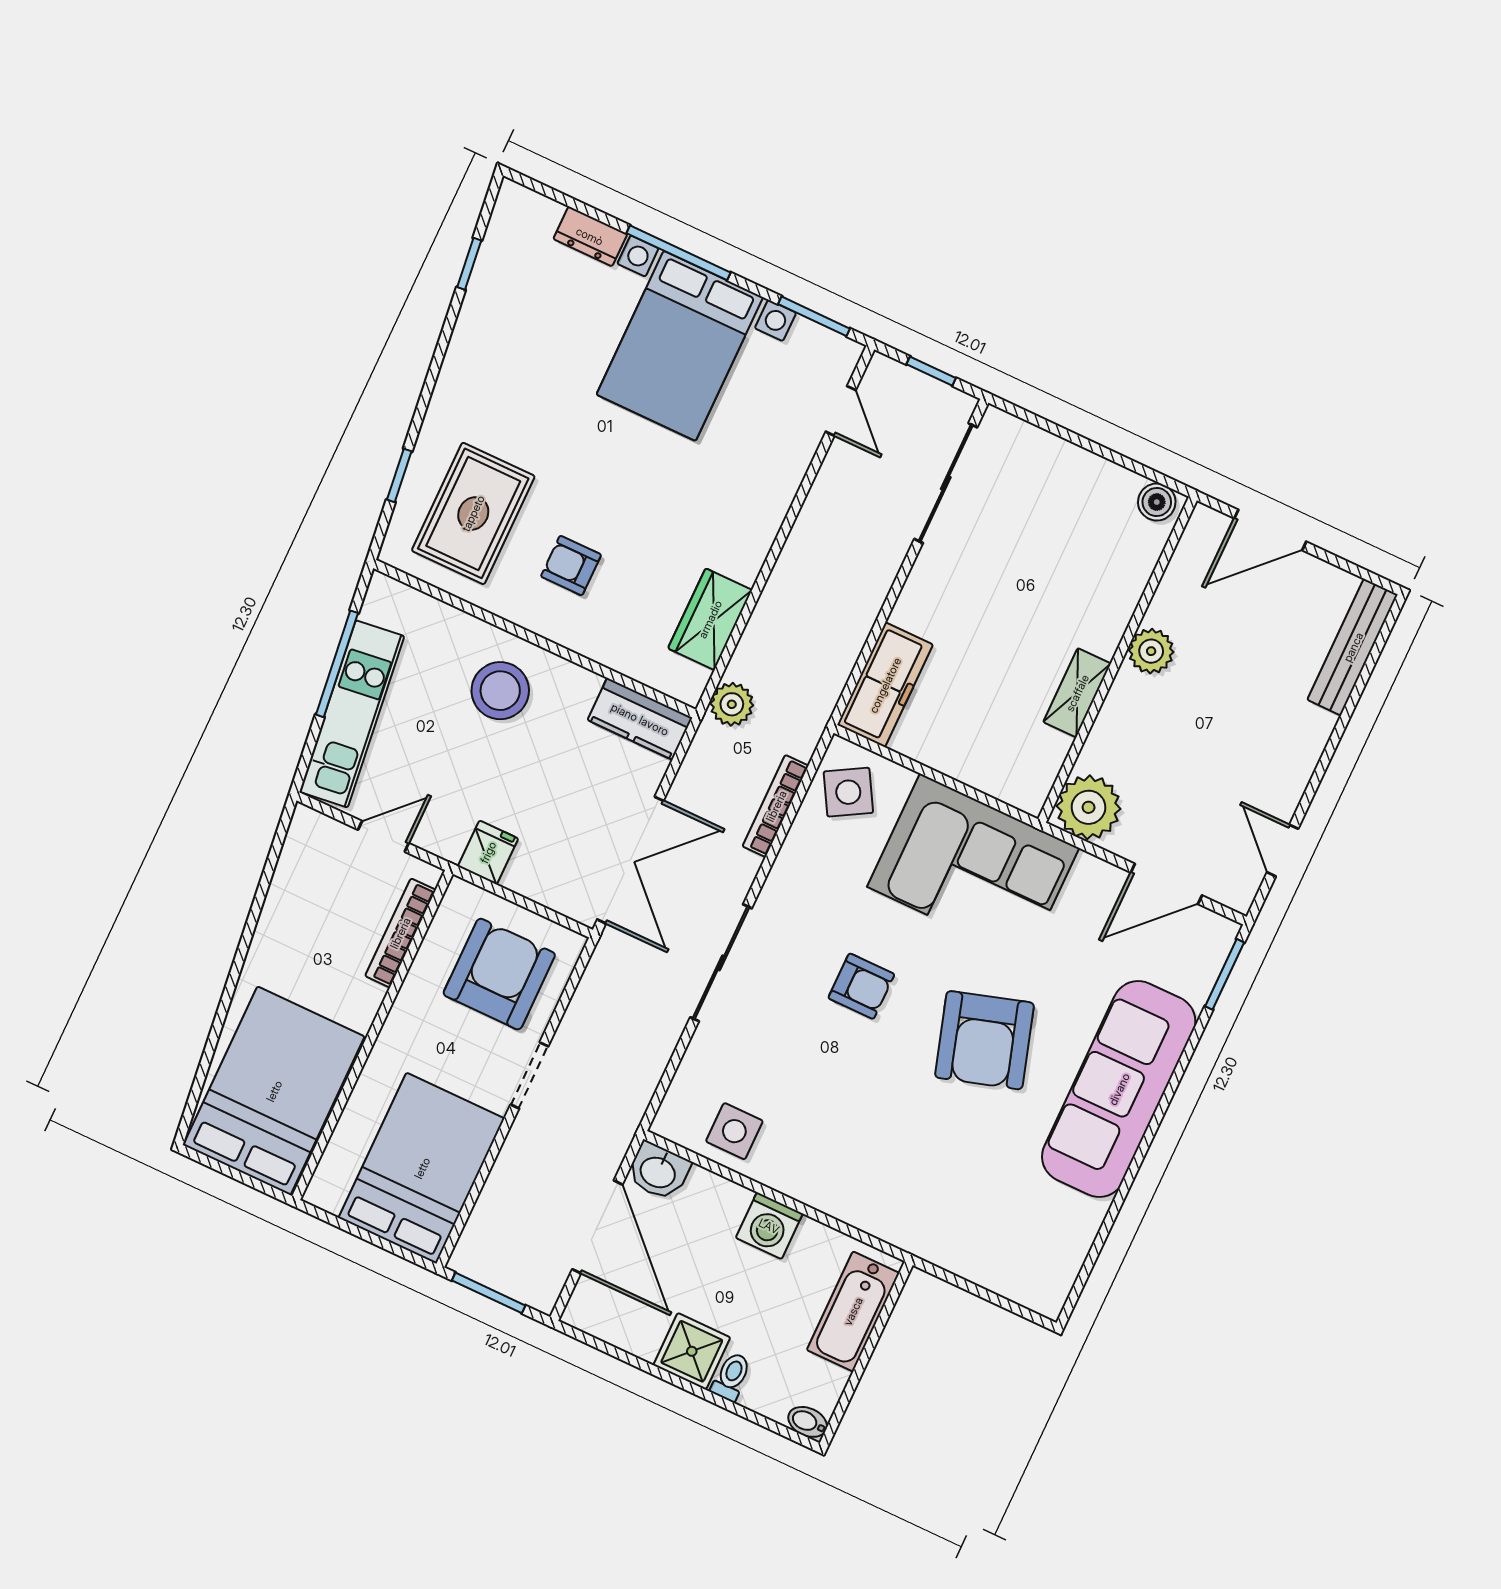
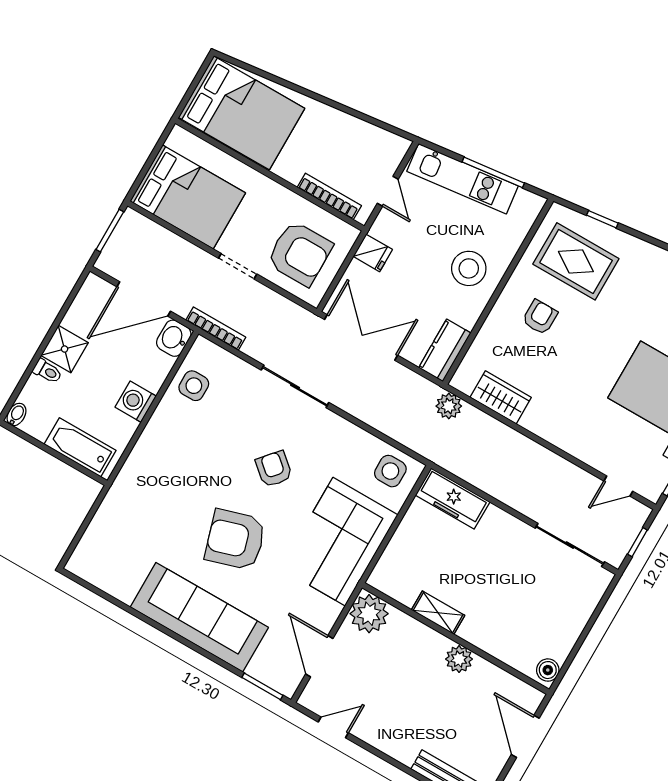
side table: (848, 792) -> (390, 471), turned 30
bookcase: (776, 806) -> (216, 329), moved
double door: (630, 860) -> (361, 337), swing flipped
armchair: (861, 986) -> (274, 469), turned 131

